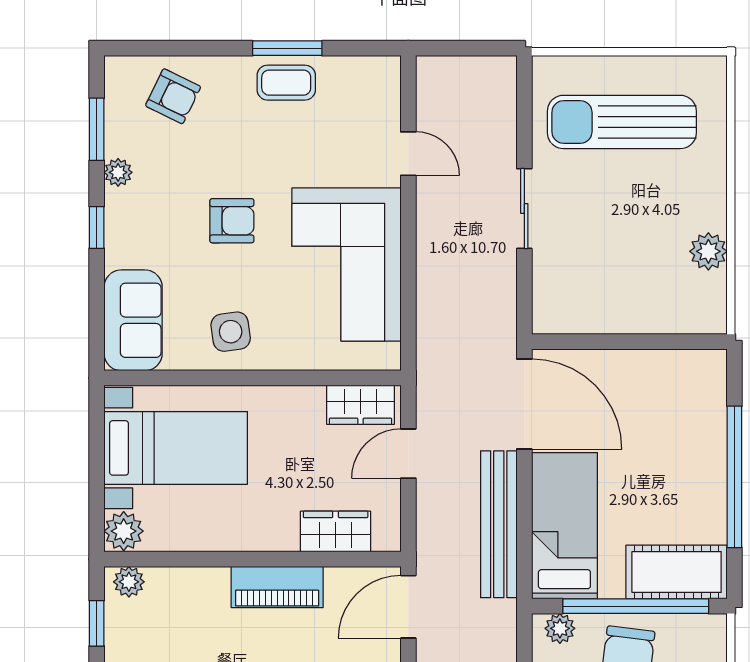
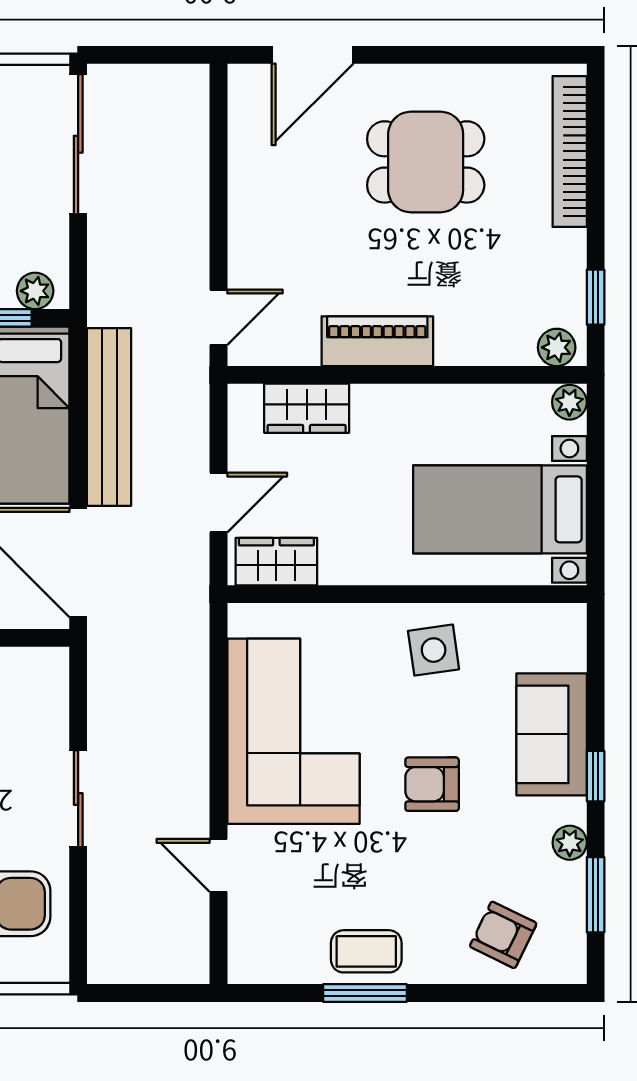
sofa: (133, 320) -> (552, 734), moved
plant: (124, 531) -> (569, 402), width x0.73, depth x0.73
door: (408, 607) -> (219, 317), width x0.73

